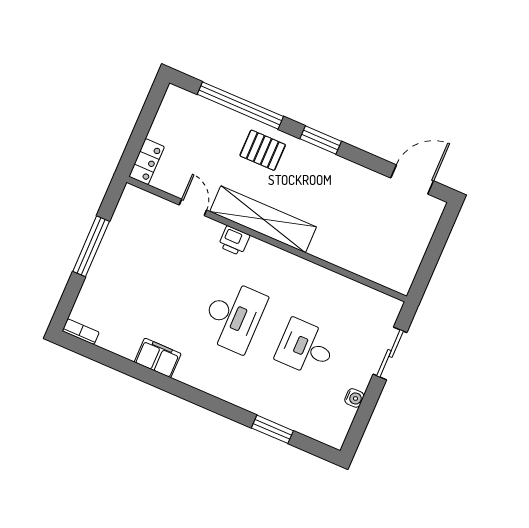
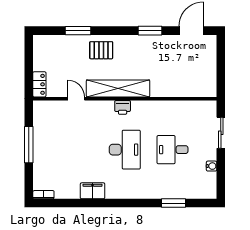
window: (240, 105) -> (78, 31), width x0.47
window: (321, 140) -> (150, 31), moved
printer: (234, 241) -> (123, 107), moved

